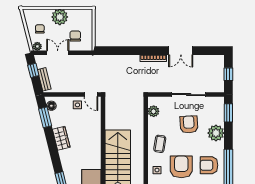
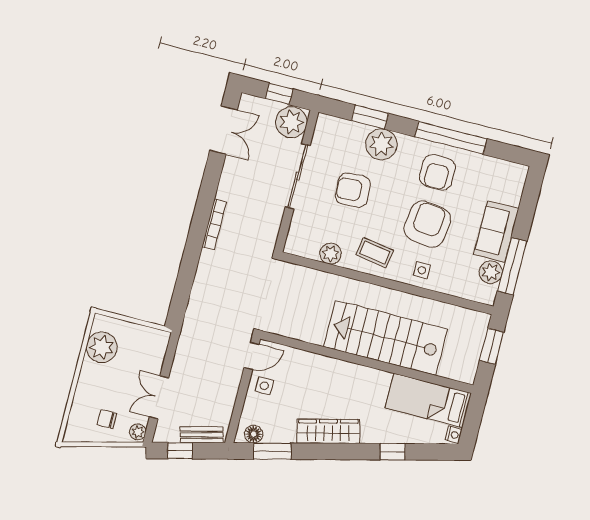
plant: (60, 17) -> (102, 347), moved
chair: (75, 36) -> (137, 357), removed
double door: (181, 51) -> (224, 130), moved
plant: (215, 84) -> (291, 122), added
plant: (154, 111) -> (331, 254), moved
window: (228, 113) -> (370, 117), moved
wardrobe: (61, 138) -> (328, 431), width x1.50
armchair: (181, 167) -> (427, 224), turned 97

